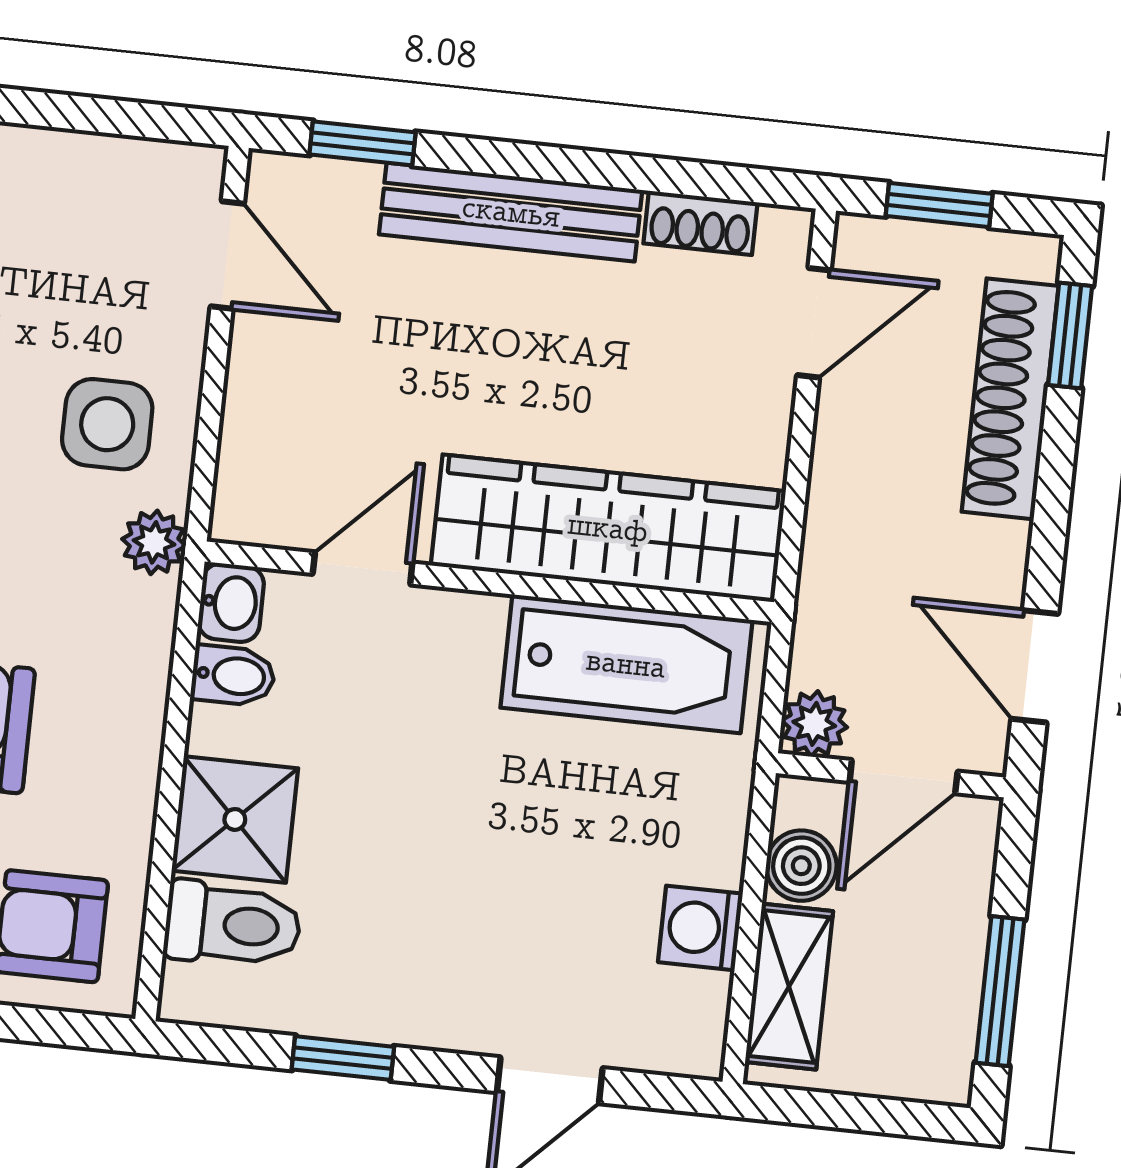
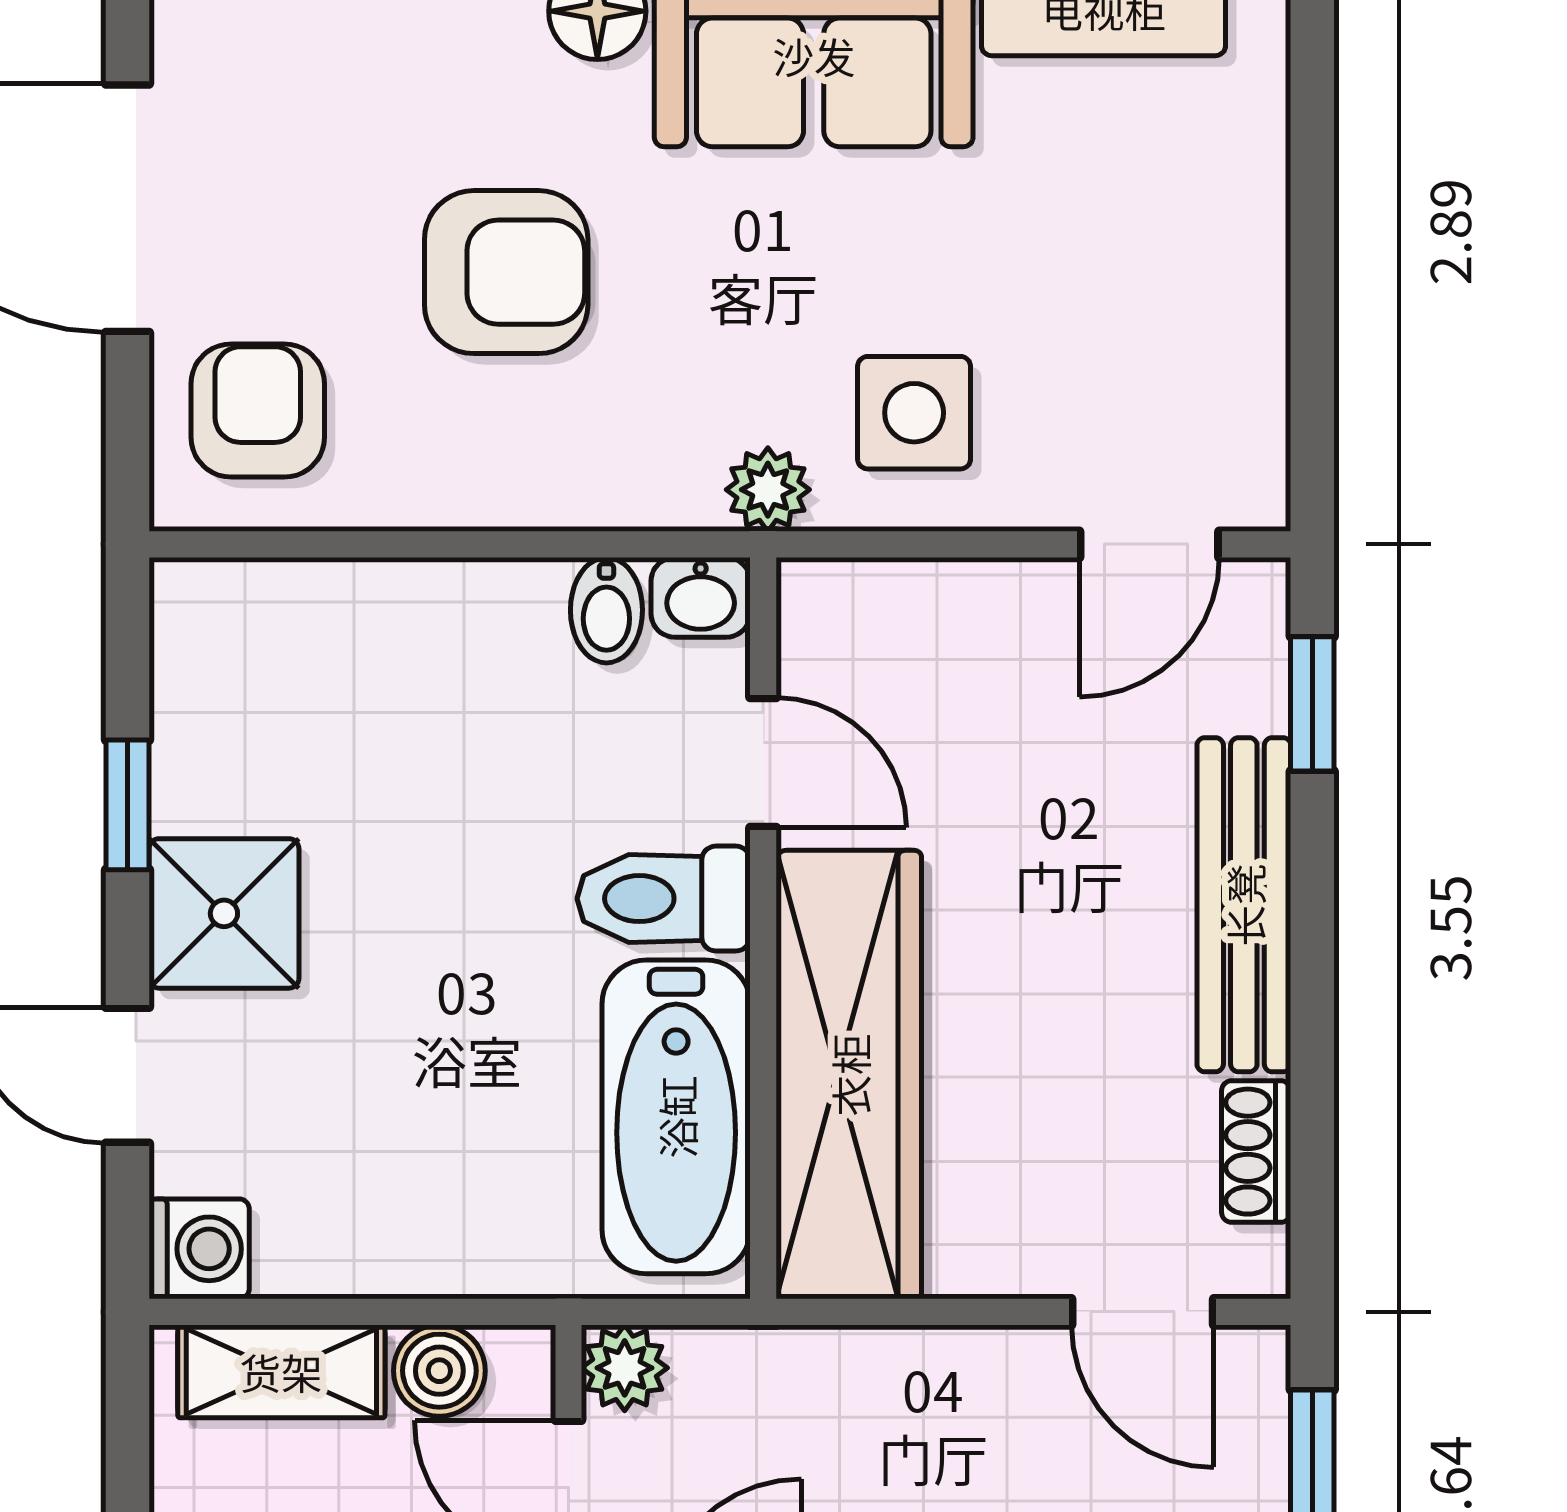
shower: (235, 819) -> (224, 913), moved
toilet: (233, 925) -> (664, 899), moved, turned 90
washing machine: (700, 928) -> (199, 1249), moved, turned 90

